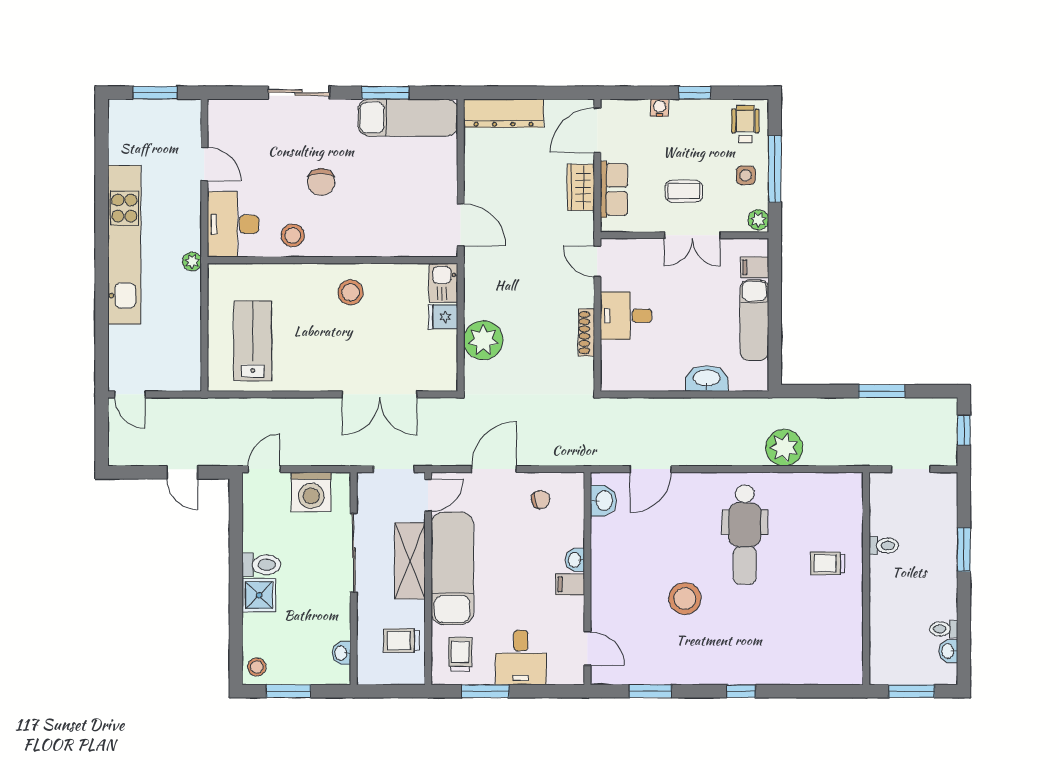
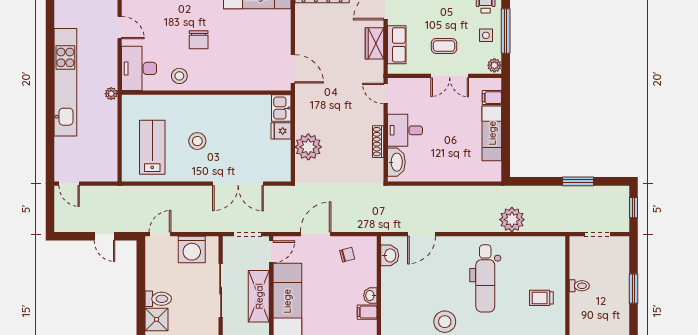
stool: (351, 292) -> (197, 141), moved
washbasin: (707, 379) -> (396, 162), moved, turned 90

